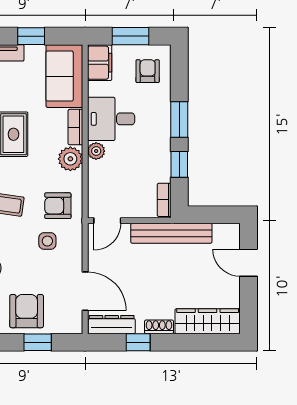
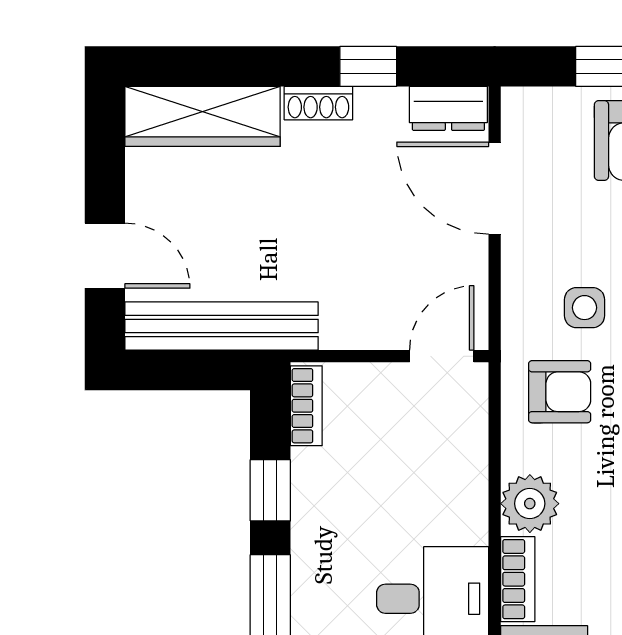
plant: (96, 151) -> (468, 522), removed
bench: (171, 233) -> (222, 326), moved
dresser: (112, 325) -> (448, 108), width x0.70

